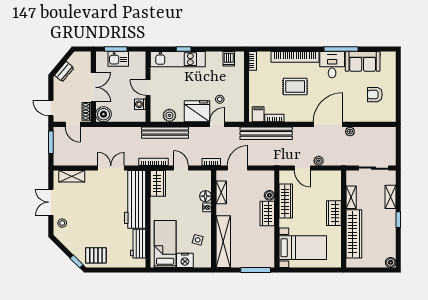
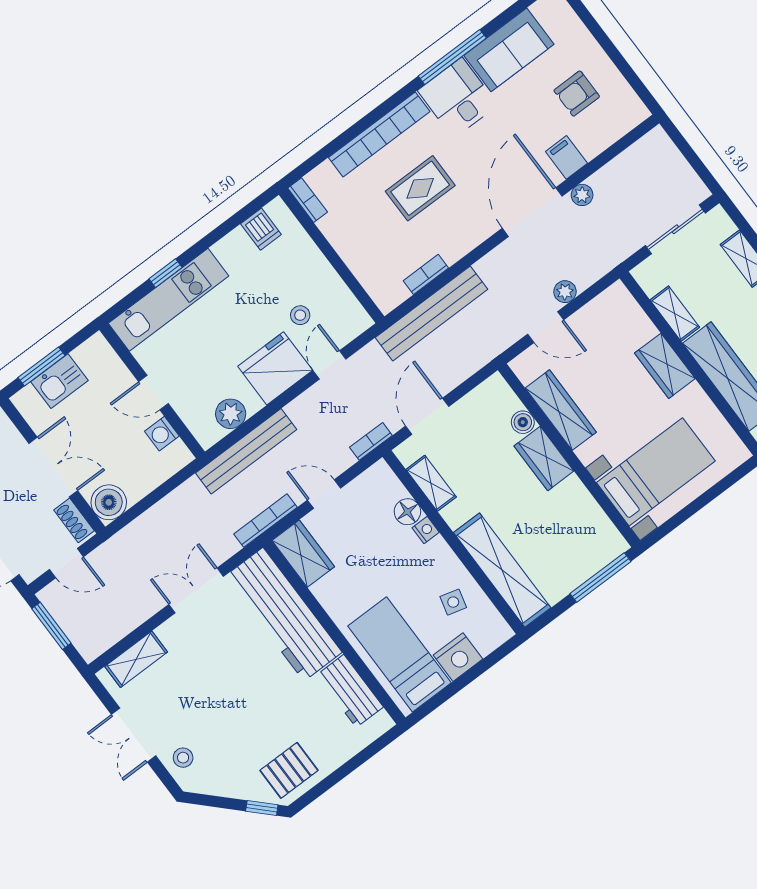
filing cabinet: (258, 114) -> (566, 157), moved

